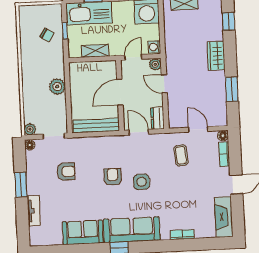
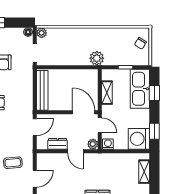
chair: (47, 35) -> (140, 43), moved
door: (164, 84) -> (76, 151), swing flipped
plant: (57, 87) -> (97, 58), moved
door: (120, 92) -> (84, 112), moved
dresser: (157, 118) -> (58, 144), moved

